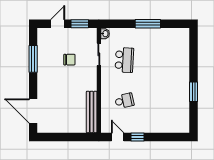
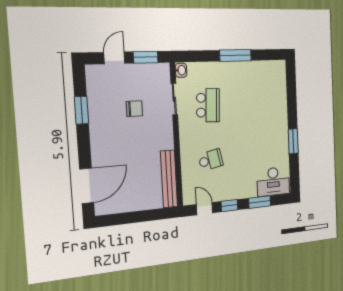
window: (33, 59) -> (81, 110), width x0.69
door: (33, 111) -> (87, 186), swing flipped
desk: (175, 122) -> (273, 182), added
window: (163, 137) -> (260, 202), added

